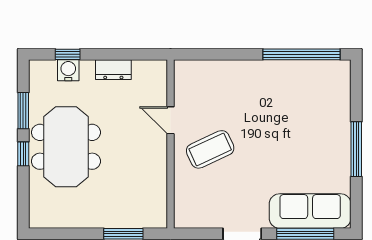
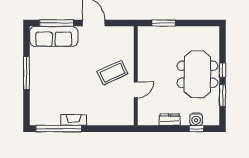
fireplace: (276, 69) -> (74, 120), added
door: (171, 120) -> (136, 90), hinge flipped

